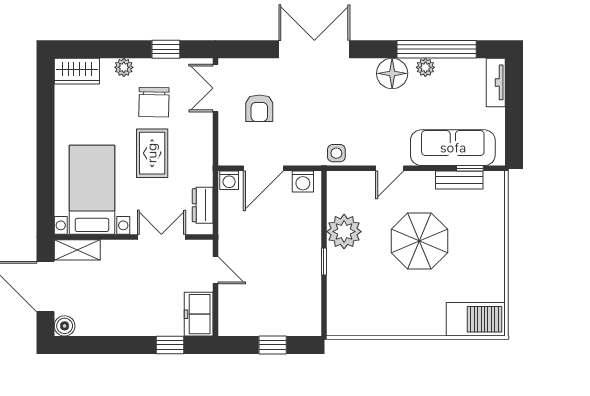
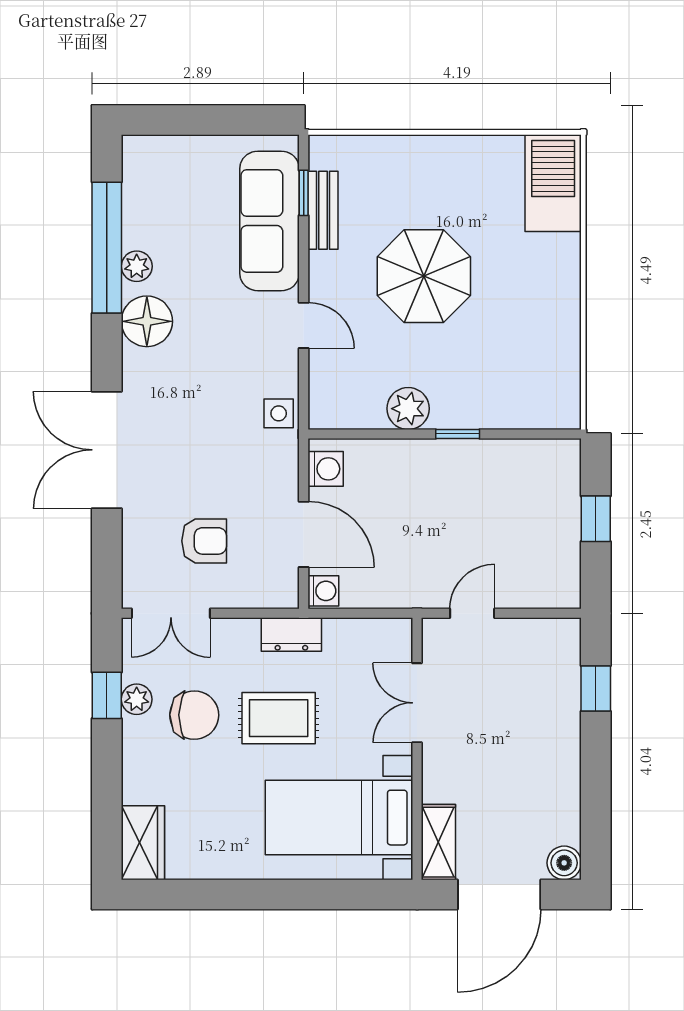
plant: (124, 67) -> (137, 699), moved
tv unit: (496, 82) -> (162, 150), removed
dresser: (203, 205) -> (291, 635), moved
plant: (344, 232) -> (408, 409), width x0.73, depth x0.73
freezer: (199, 314) -> (545, 641), removed

